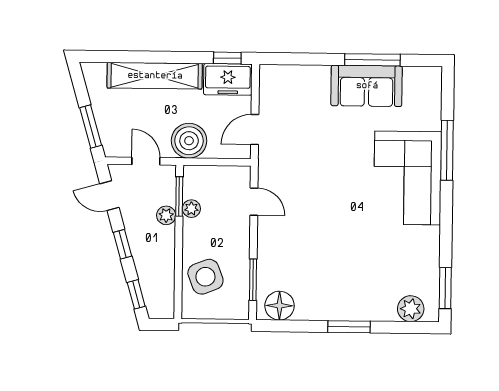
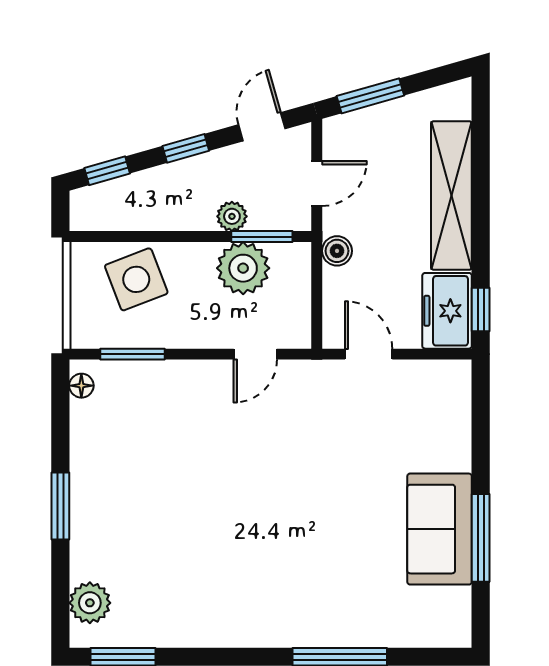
boiler: (189, 141) -> (337, 251), width x0.54, depth x0.54
corner sofa: (408, 178) -> (295, 595), removed
plant: (191, 209) -> (243, 268), width x1.88, depth x1.88
floor lamp: (280, 306) -> (81, 386), width x0.53, depth x0.53

